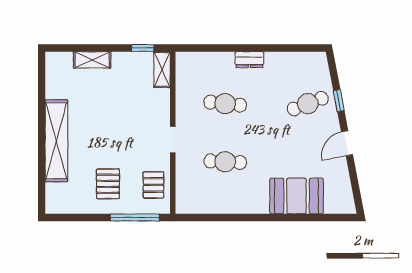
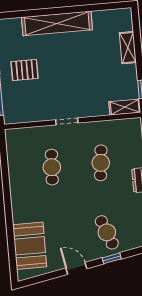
pallet: (153, 185) -> (27, 108), removed
booth: (296, 196) -> (30, 246), moved

